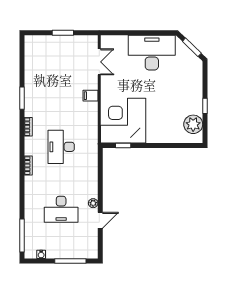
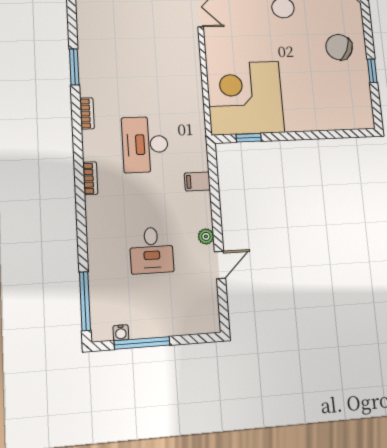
chair: (185, 90) -> (339, 47), added
filing cabinet: (90, 96) -> (197, 181), moved
plant: (193, 124) -> (357, 100), removed
desk: (61, 209) -> (152, 250), width x0.73
window: (70, 261) -> (142, 343), moved

